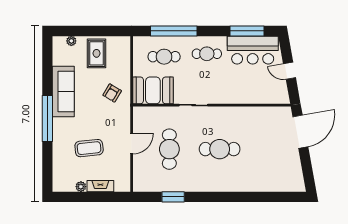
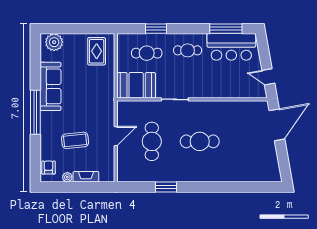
window: (174, 31) -> (156, 29), width x0.47
plant: (71, 41) -> (54, 42), width x1.88, depth x1.88
rug: (97, 53) -> (97, 51), moved
door: (290, 71) -> (268, 77), moved
armchair: (112, 93) -> (49, 168), moved, turned 149
window: (173, 197) -> (166, 187), moved

